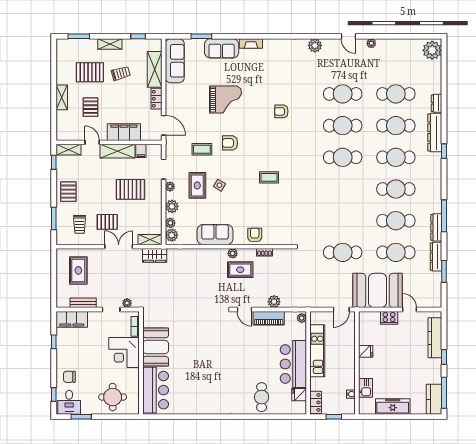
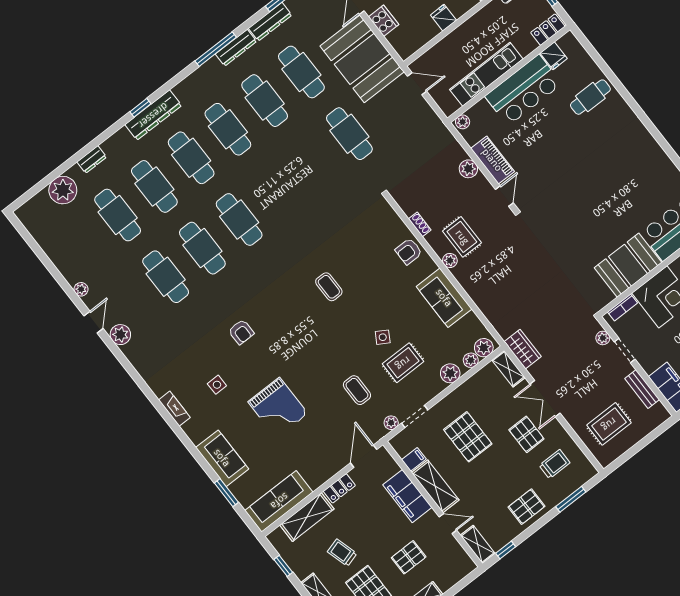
fireplace: (251, 43) -> (174, 409), moved
plant: (315, 45) -> (120, 335), moved
plant: (432, 50) -> (63, 190), moved
side table: (263, 76) -> (217, 385), added
grand piano: (225, 99) -> (278, 408), turned 180
dresser: (435, 133) -> (153, 115), moved
door: (92, 142) -> (448, 524), swing flipped
armchair: (230, 143) -> (324, 363), removed
plant: (170, 187) -> (391, 423), moved

